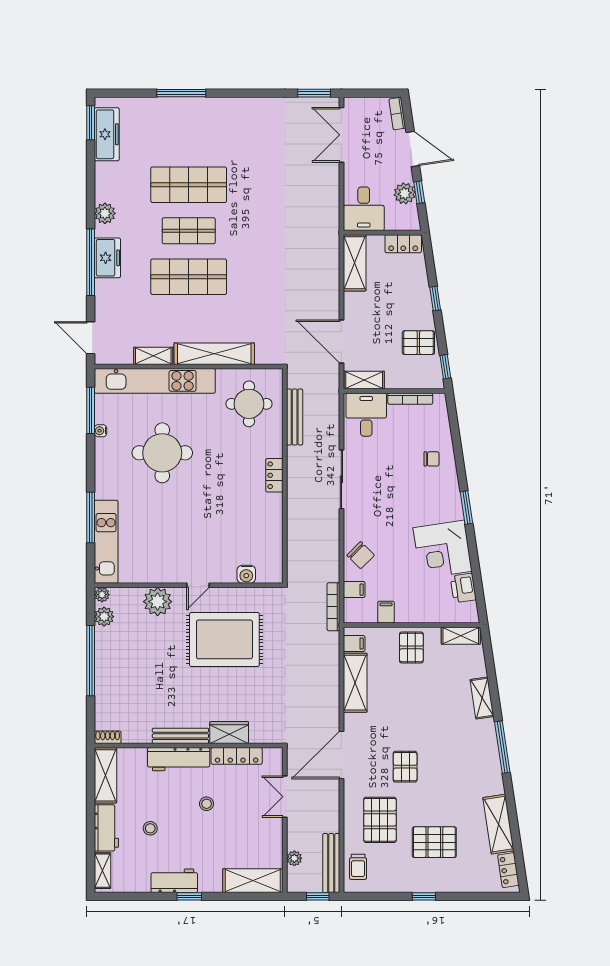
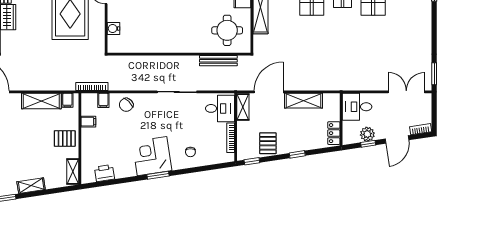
shelving: (355, 263) -> (303, 101), moved
locker: (274, 475) -> (180, 47), removed
corner desk: (443, 549) -> (152, 156), moved

